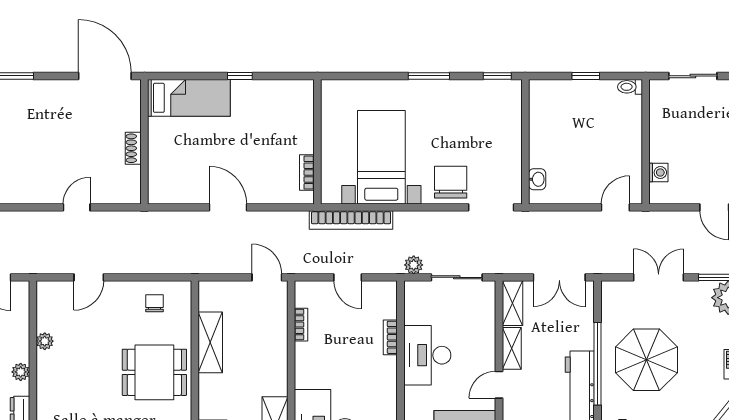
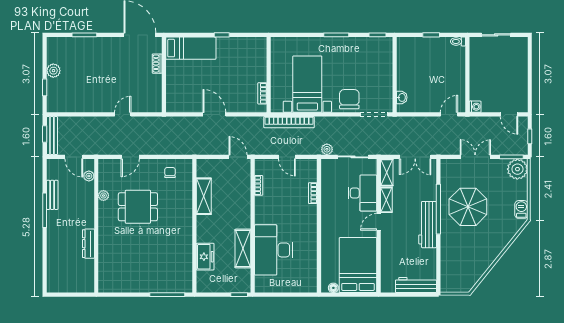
shoe rack: (133, 148) -> (157, 64), moved
washing machine: (658, 173) -> (475, 107), moved
desk: (427, 355) -> (362, 193), moved, turned 180
plant: (21, 372) -> (89, 176), moved
dining table: (154, 372) -> (138, 207), moved

